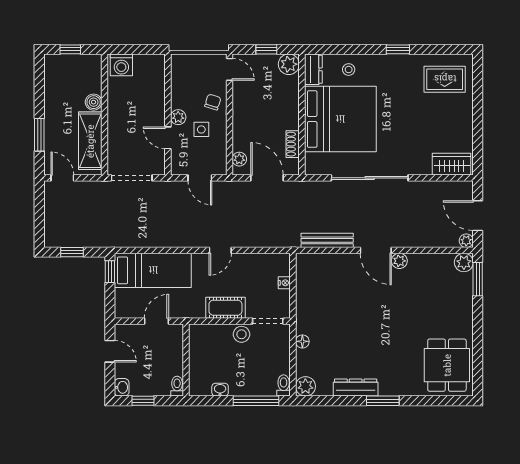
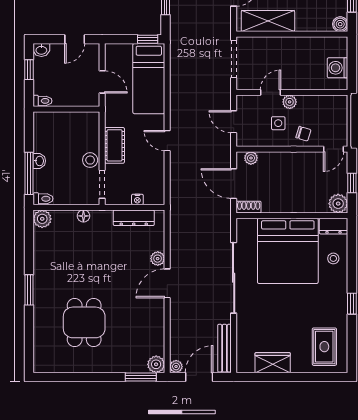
washing machine: (121, 65) -> (338, 68), moved
boiler: (94, 102) -> (340, 24), moved
shoe rack: (293, 144) -> (249, 207), moved
wardrobe: (452, 164) -> (273, 363), moved, turned -90
door: (200, 178) -> (234, 122), hinge flipped
door: (267, 178) -> (234, 184), swing flipped
bench: (327, 240) -> (225, 348), moved
plant: (399, 261) -> (158, 259), moved
dining table: (447, 365) -> (84, 322), moved, turned 90
dresser: (356, 388) -> (134, 218), moved, turned 90
washbasin: (220, 390) -> (39, 161), moved

